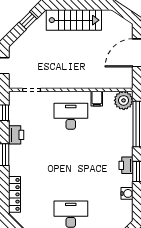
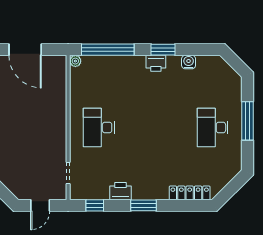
filing cabinet: (97, 99) -> (78, 97), removed
plant: (124, 100) -> (75, 61), width x0.53, depth x0.53

